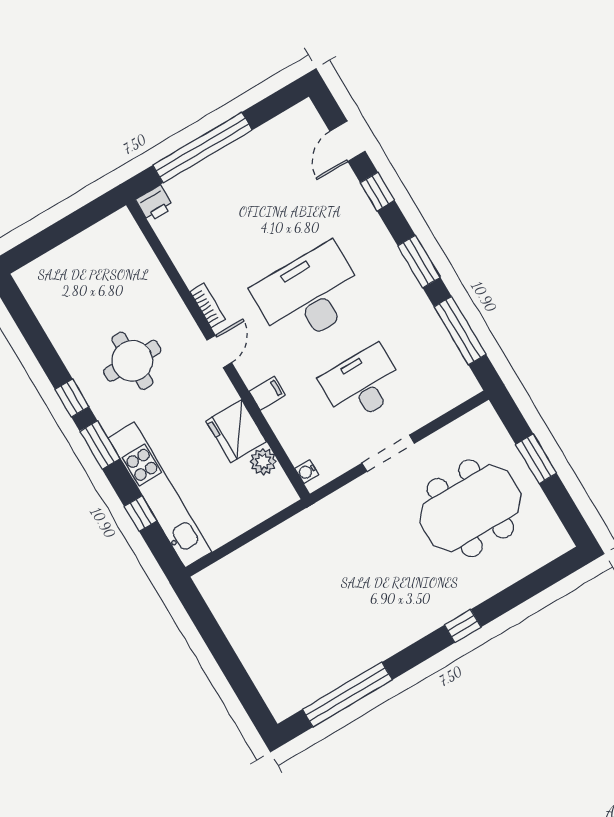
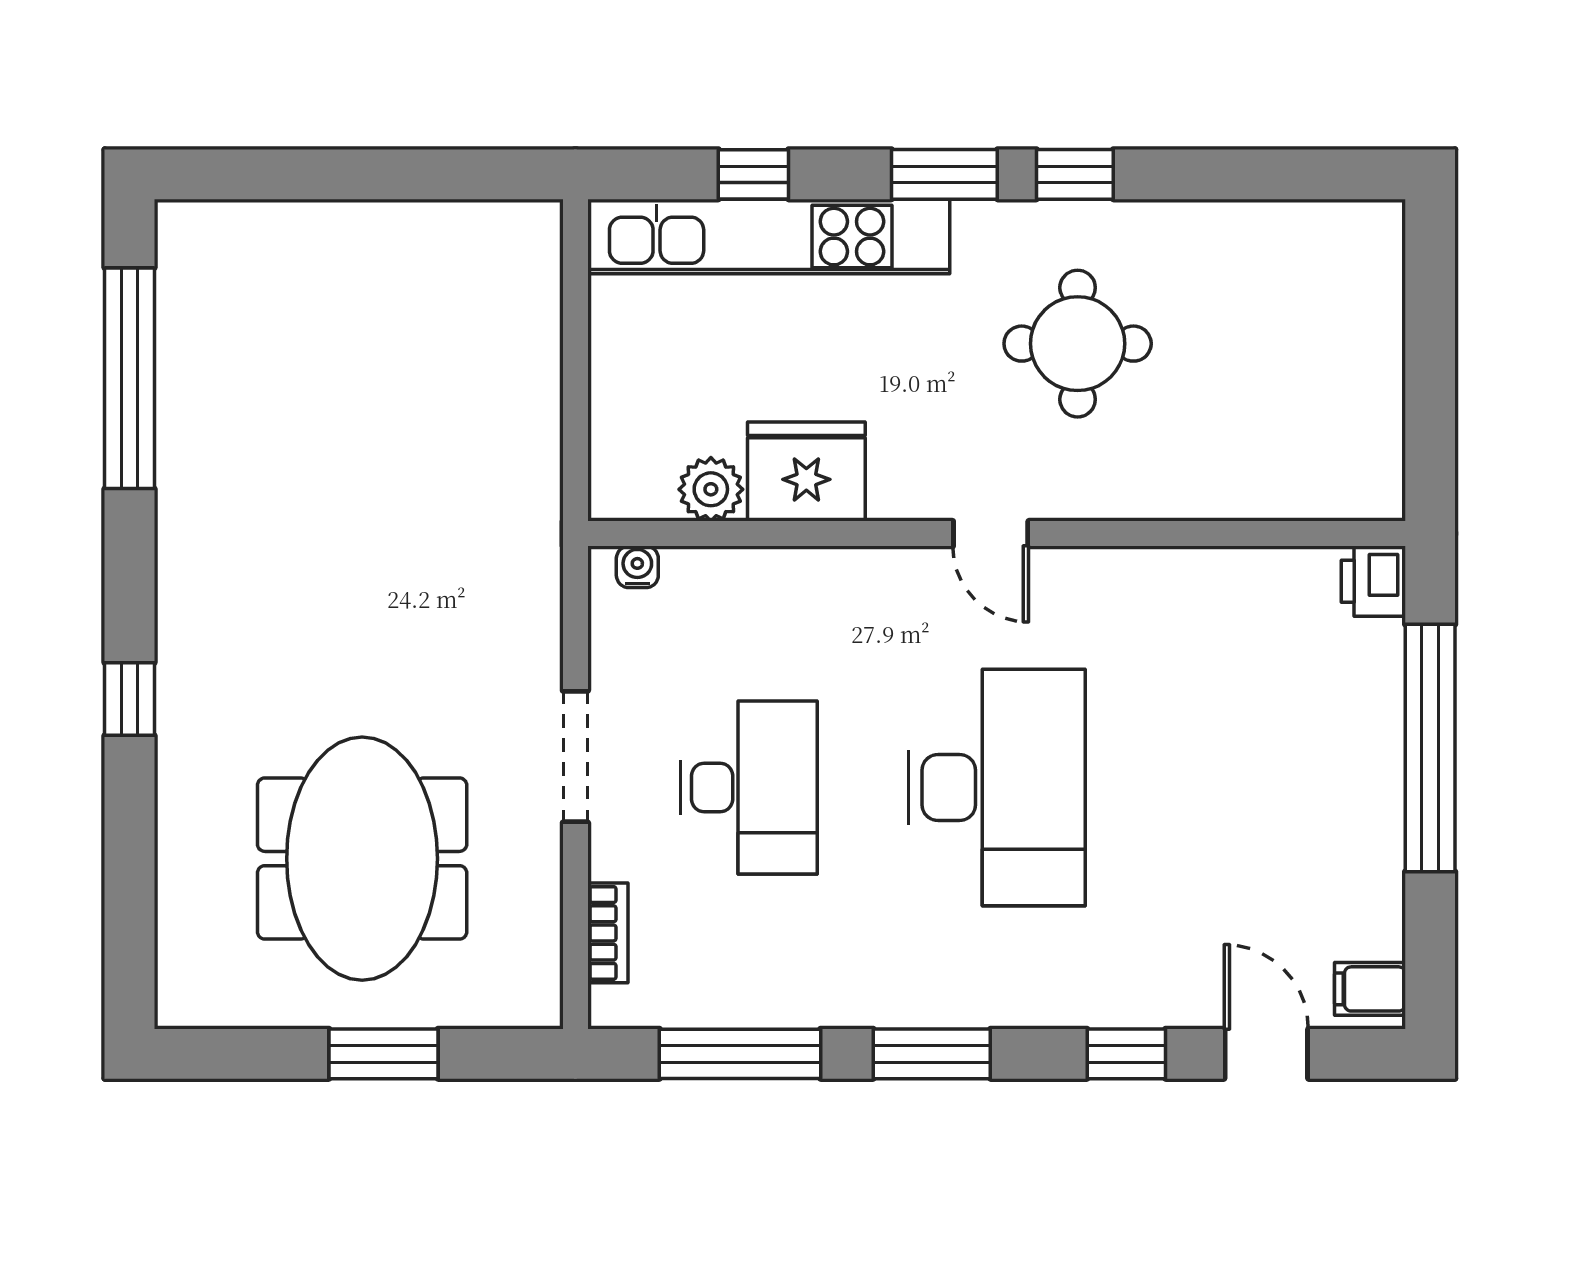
bookcase: (208, 305) -> (608, 933), moved, turned -90
filing cabinet: (267, 393) -> (1370, 989), moved, turned 90

